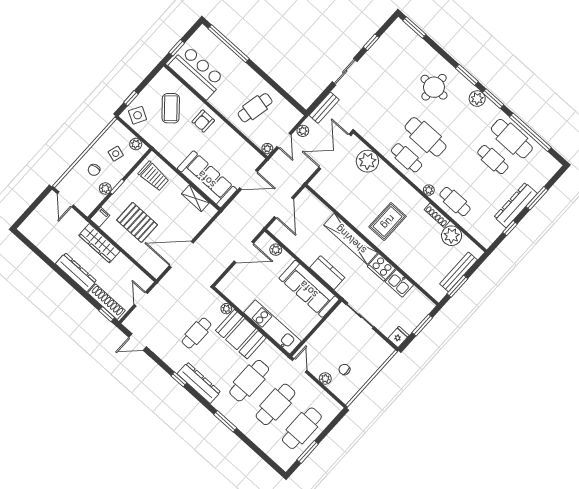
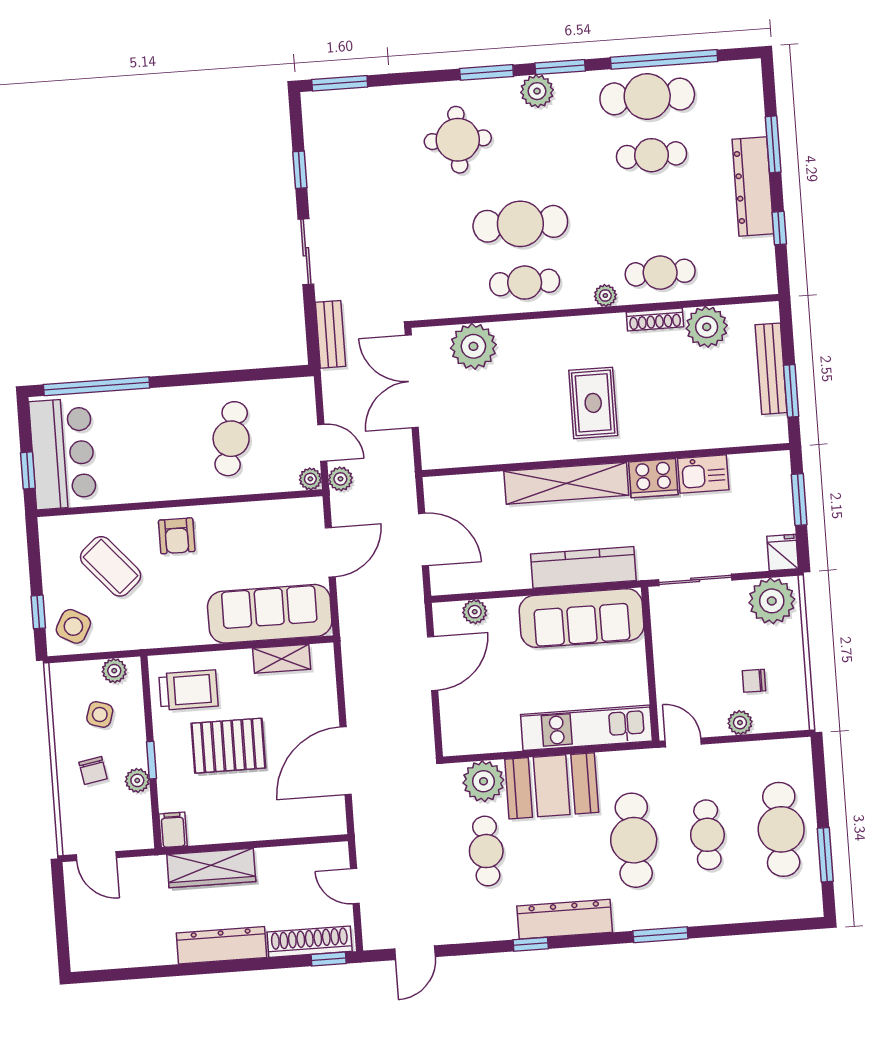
bar counter: (197, 72) -> (63, 454), moved, turned 90
plant: (303, 131) -> (340, 479), moved
pallet: (137, 222) -> (228, 746), moved
kitchen counter: (327, 273) -> (583, 567), width x1.50
plant: (226, 309) -> (483, 781), width x1.88, depth x1.88
plant: (378, 349) -> (772, 601), added
cafe table: (276, 404) -> (707, 835), width x0.73, depth x0.74

